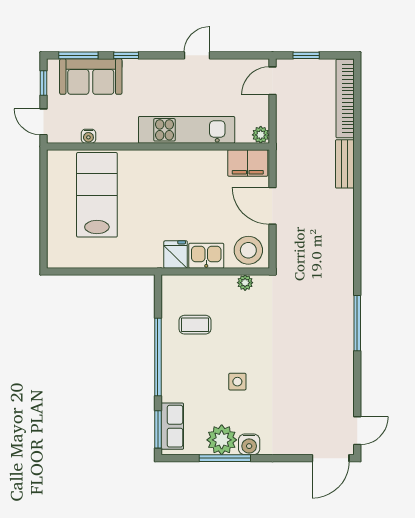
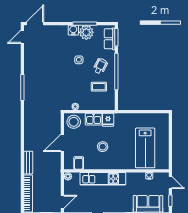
filing cabinet: (248, 163) -> (79, 163), width x0.50
stool: (187, 198) -> (103, 147), added
door: (272, 206) -> (62, 143), swing flipped
wheelchair: (192, 368) -> (100, 66), added

